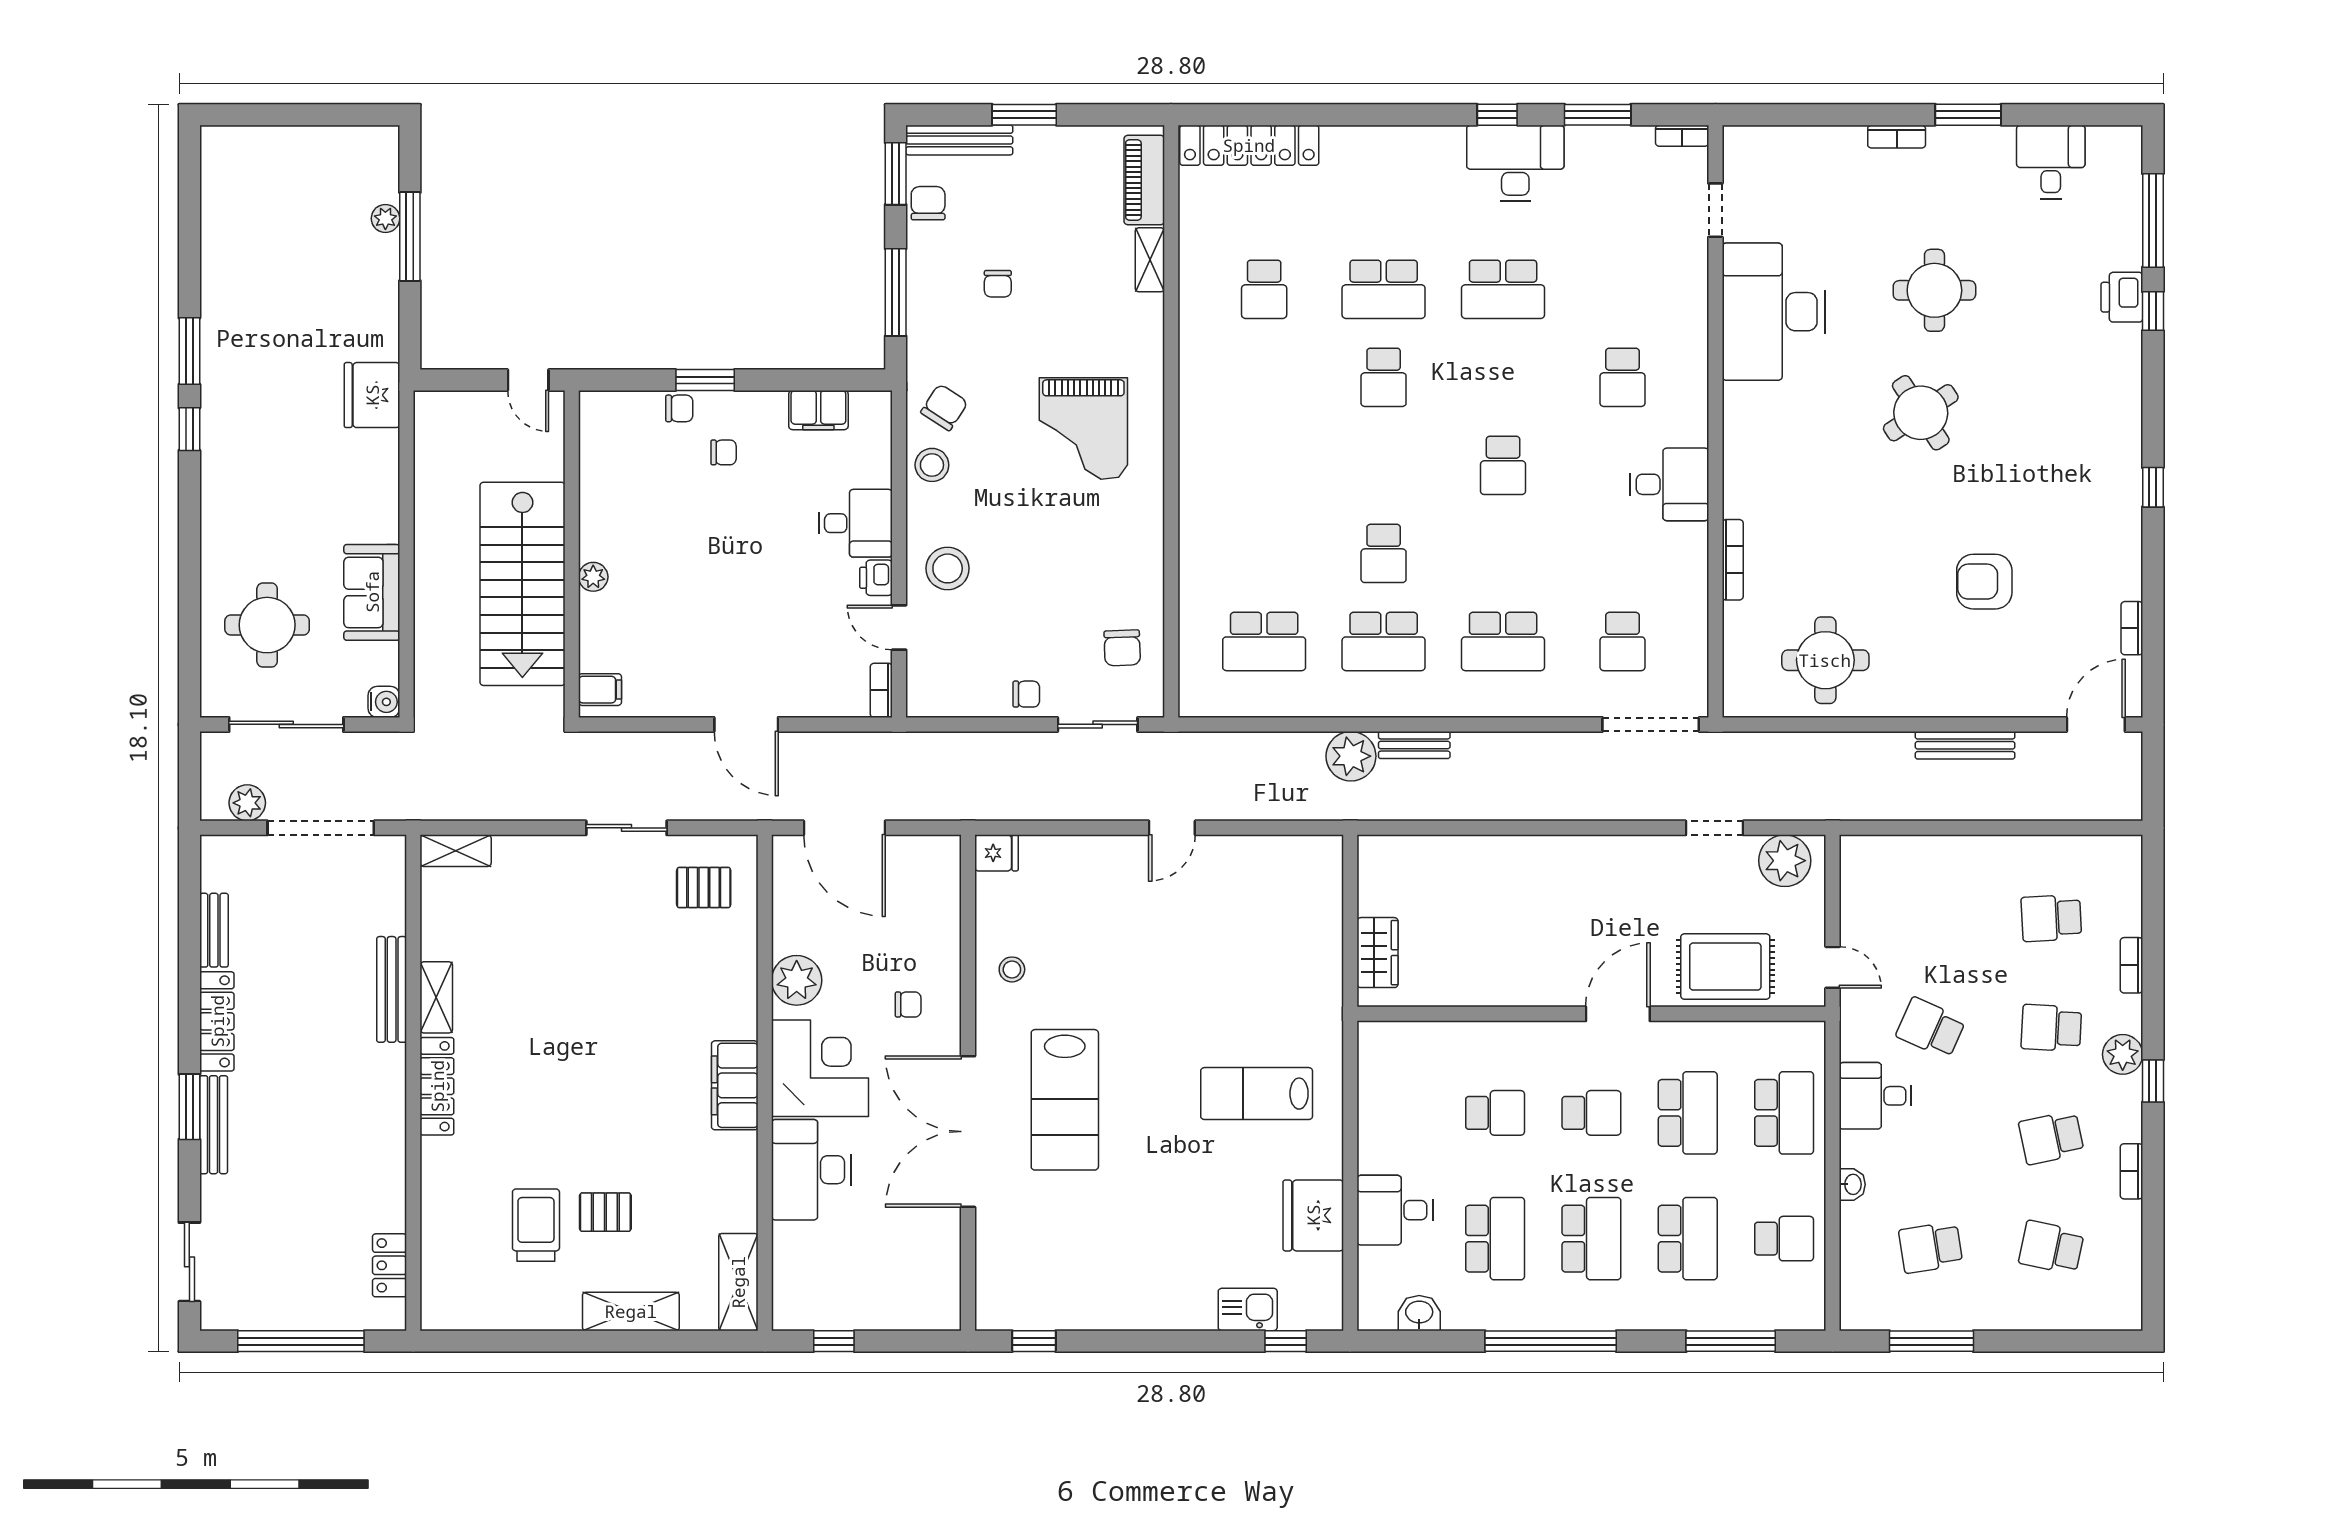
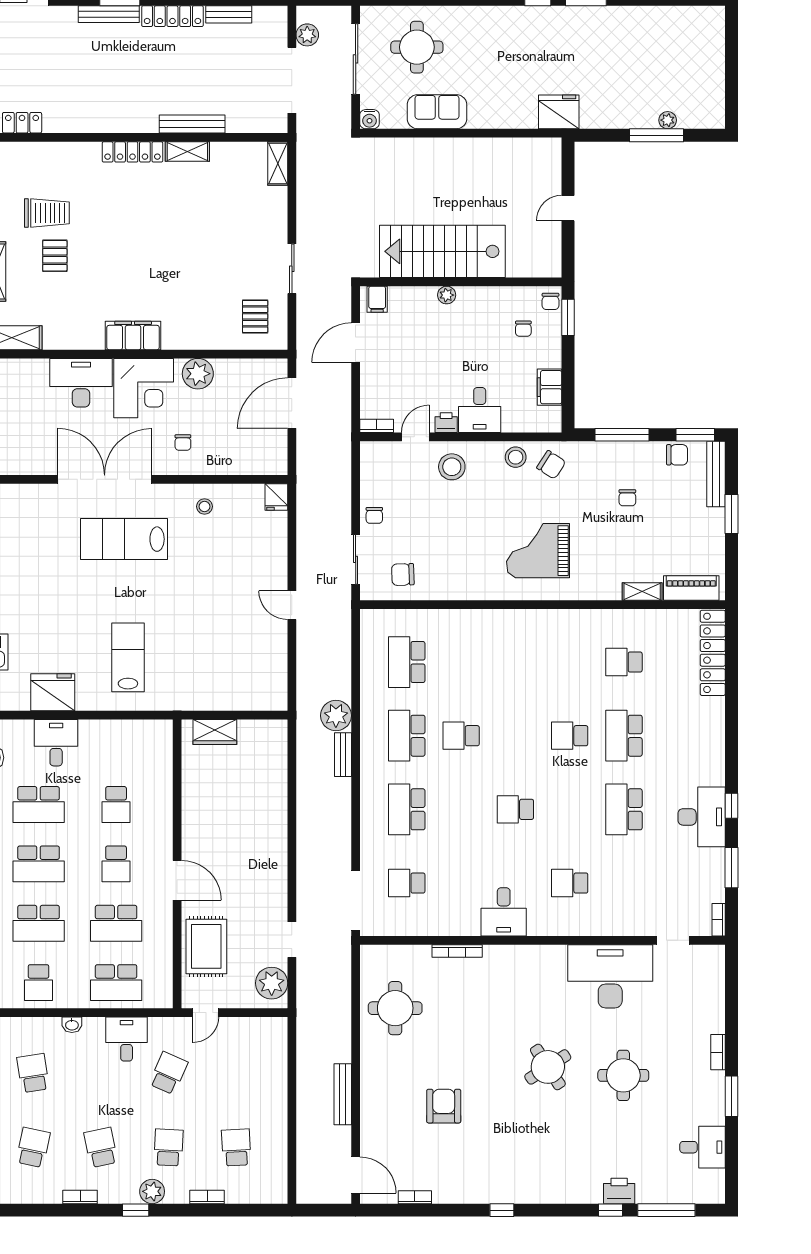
chair: (998, 284) -> (627, 498), turned -90
wall: (572, 554) -> (461, 282), moved
plant: (593, 577) -> (447, 295), moved
stairs: (522, 584) -> (442, 251), moved
filing cabinet: (600, 690) -> (377, 299), moved

